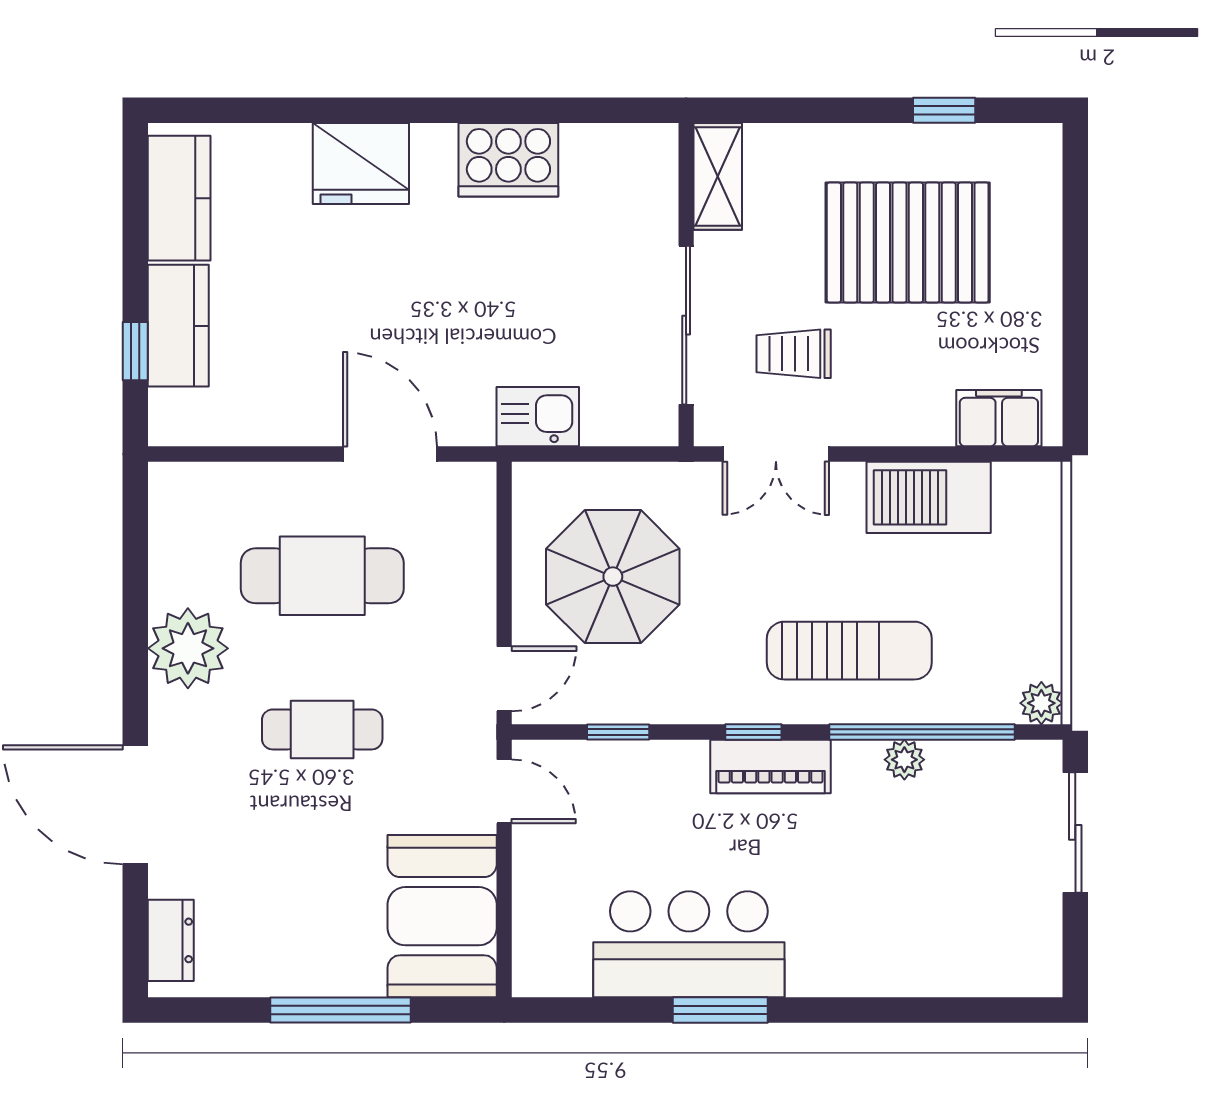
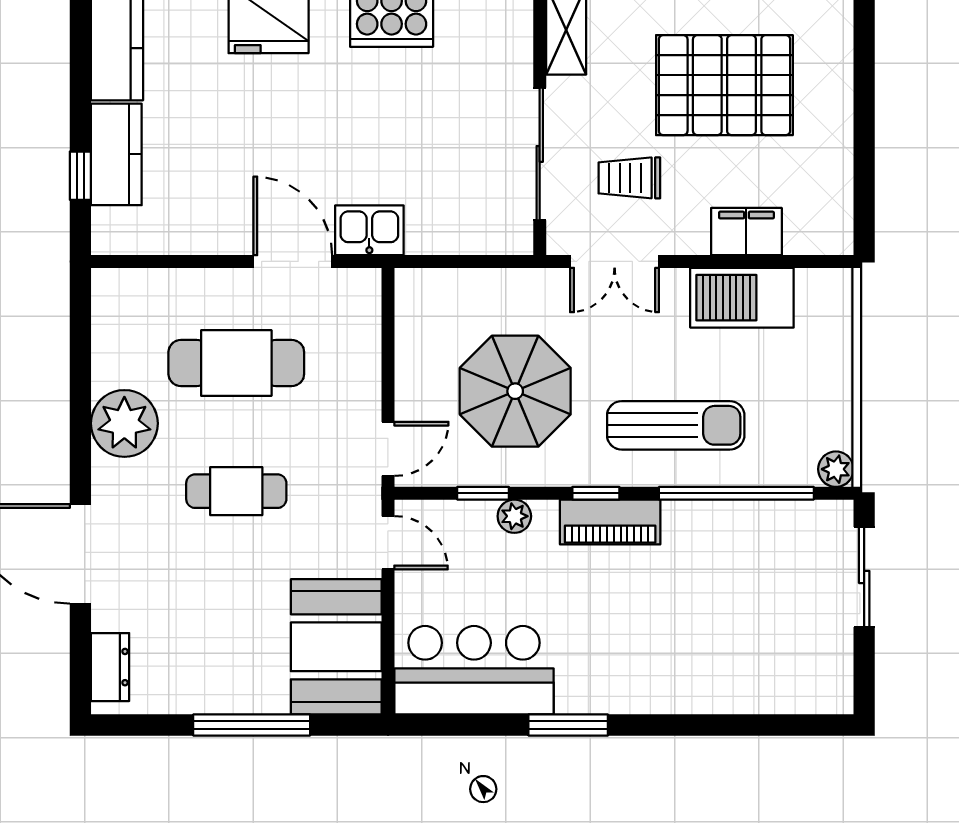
kitchen sink: (538, 417) -> (369, 230), moved
filing cabinet: (999, 418) -> (746, 232), moved
parasol: (613, 577) -> (515, 391), moved
plant: (904, 760) -> (514, 516), moved
bar counter: (689, 944) -> (474, 670), moved

